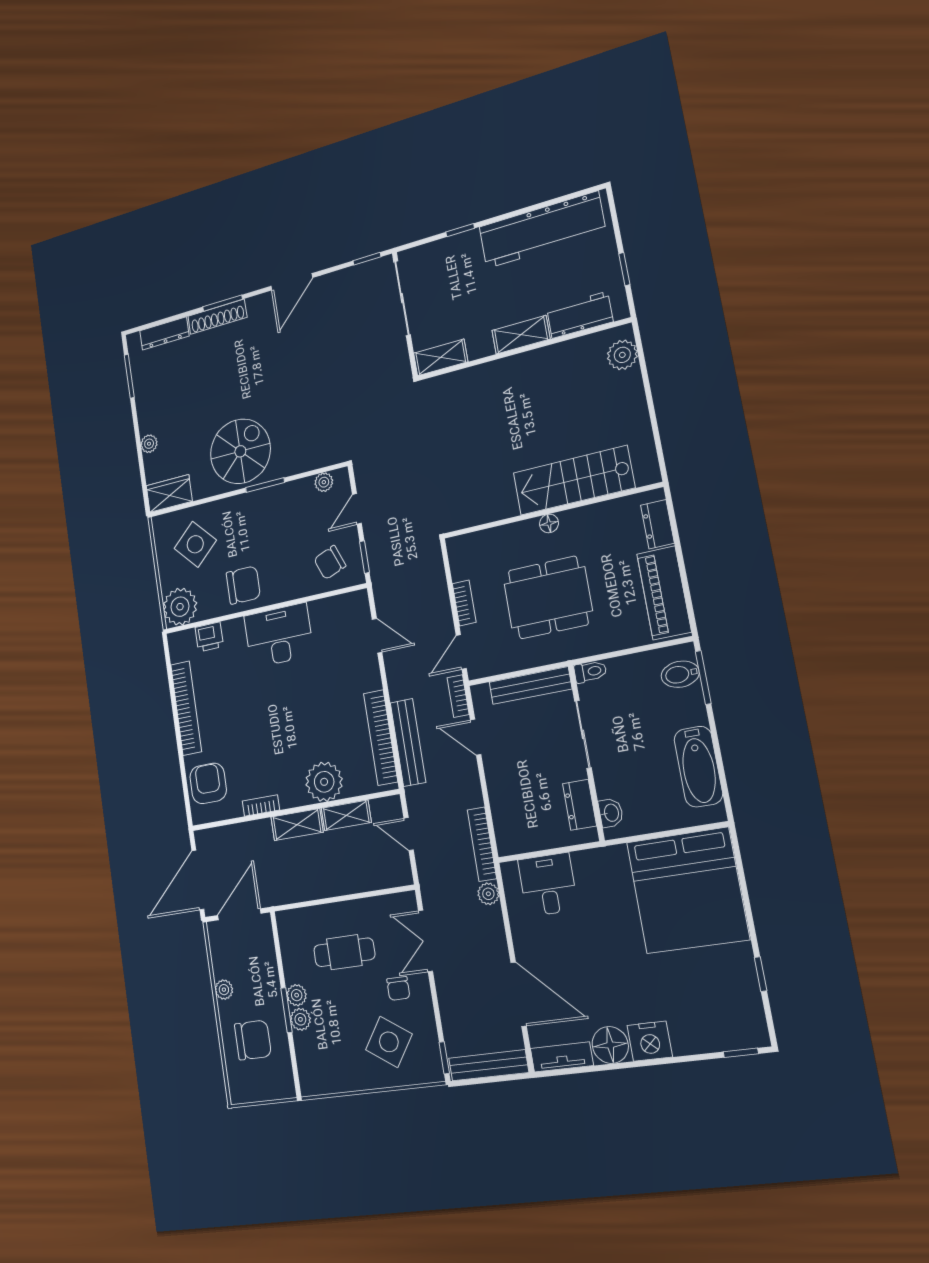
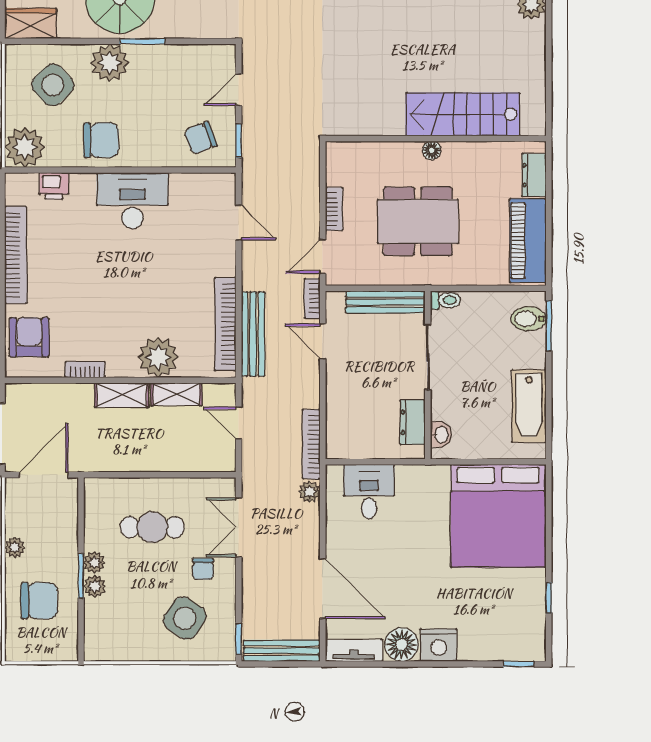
plant: (324, 482) -> (110, 63), moved, width x1.87, depth x1.87

